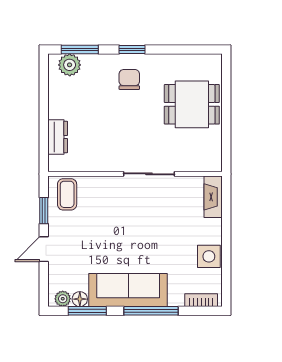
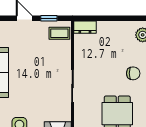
dresser: (58, 137) -> (85, 27), moved

